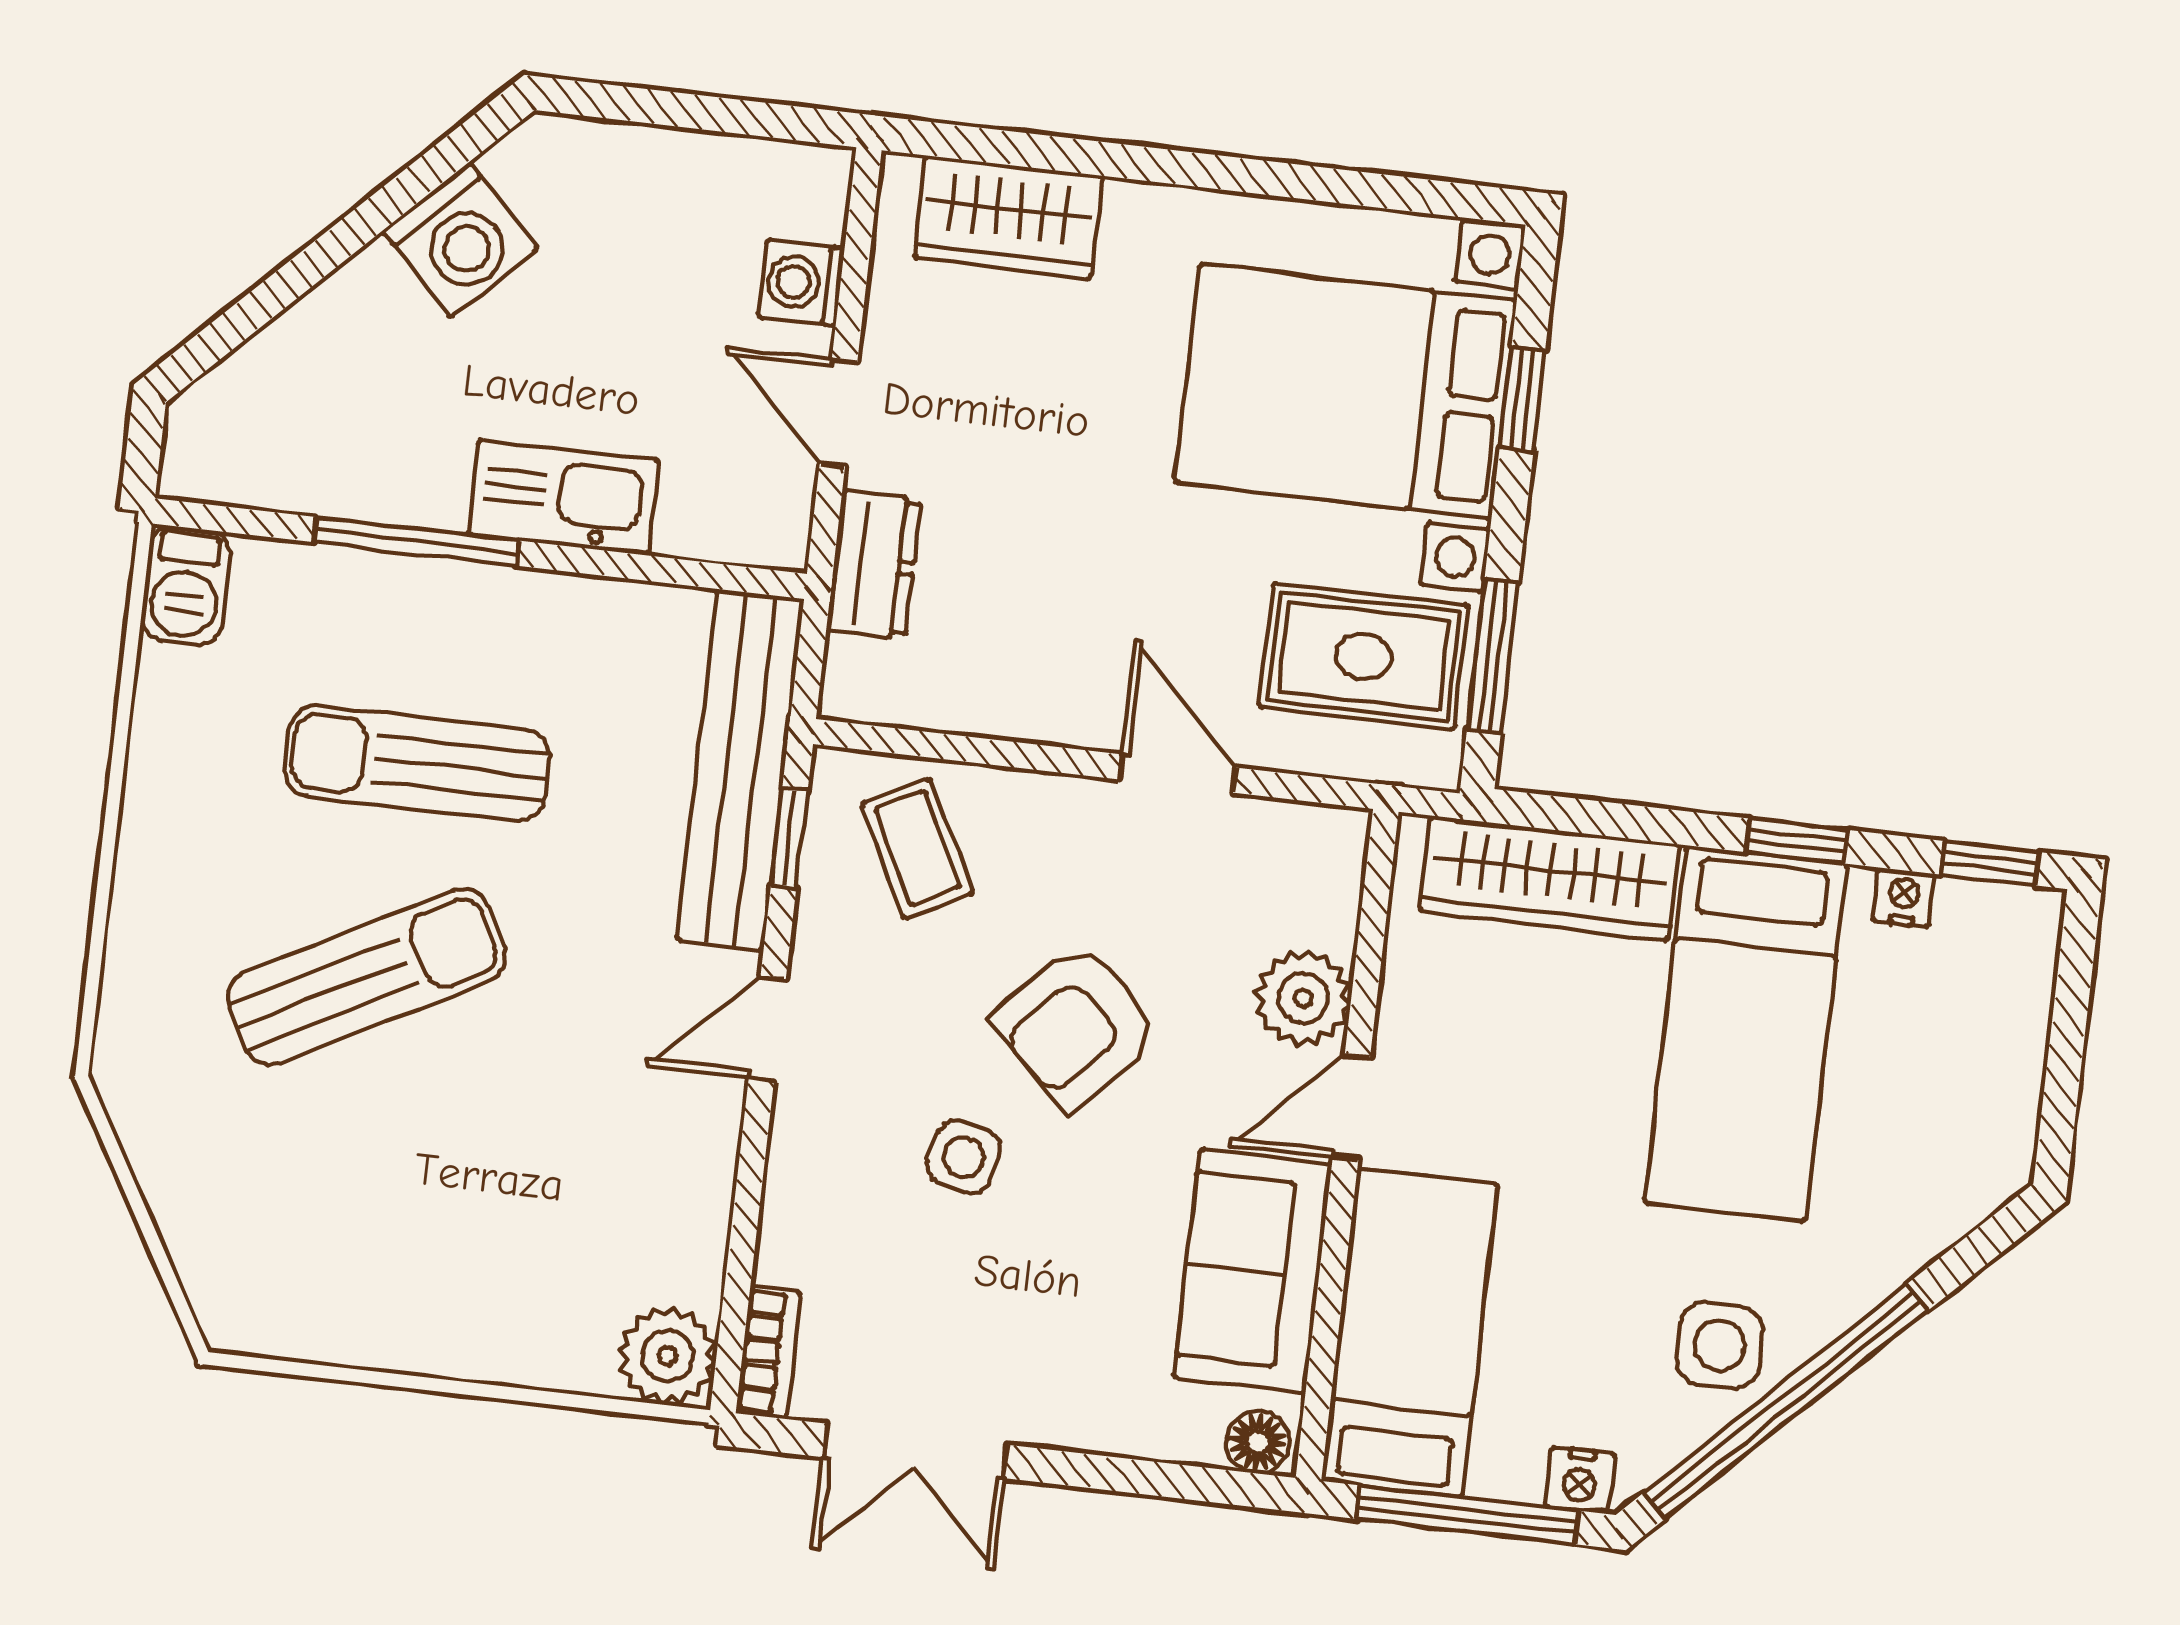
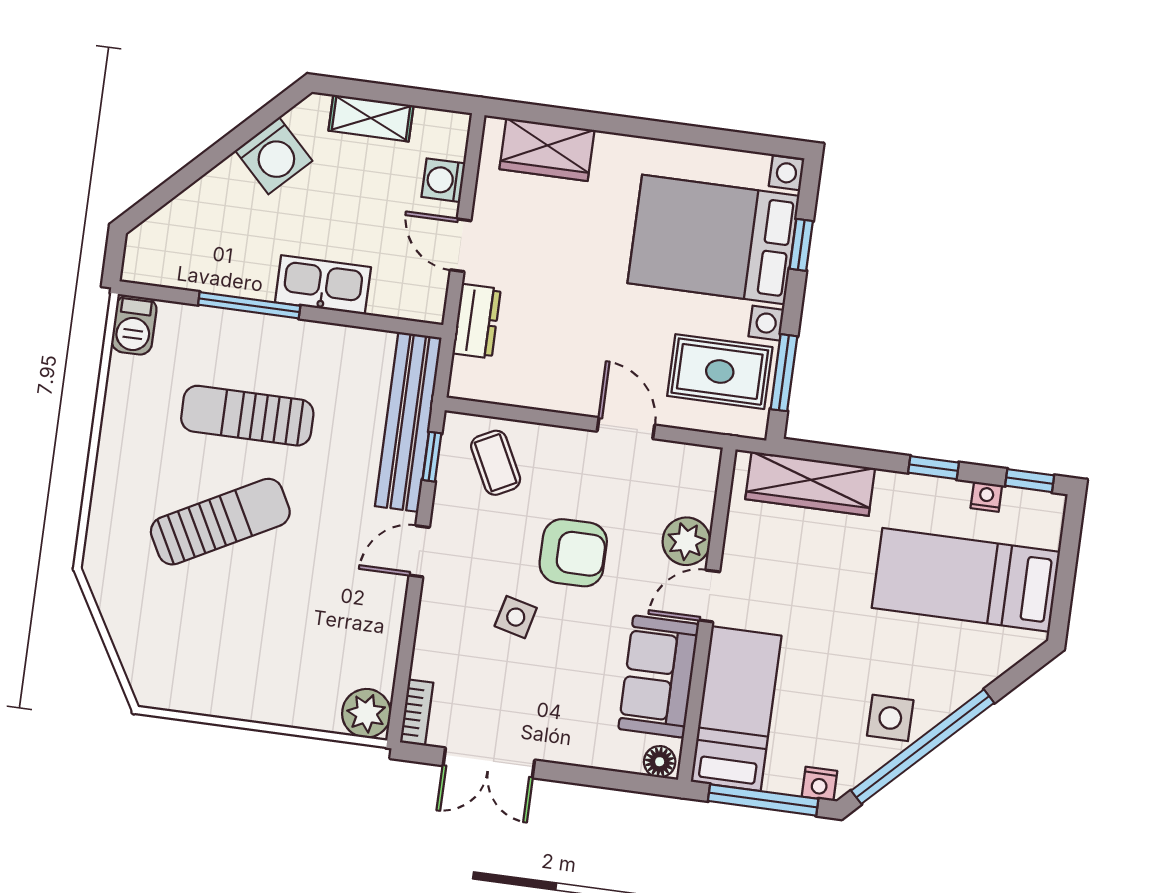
shelving: (654, 161) -> (371, 118), added
armchair: (1076, 1026) -> (573, 553), turned -133
bed: (1746, 1033) -> (966, 580), moved, turned 90

